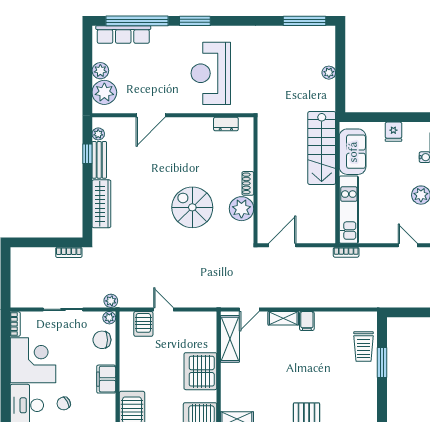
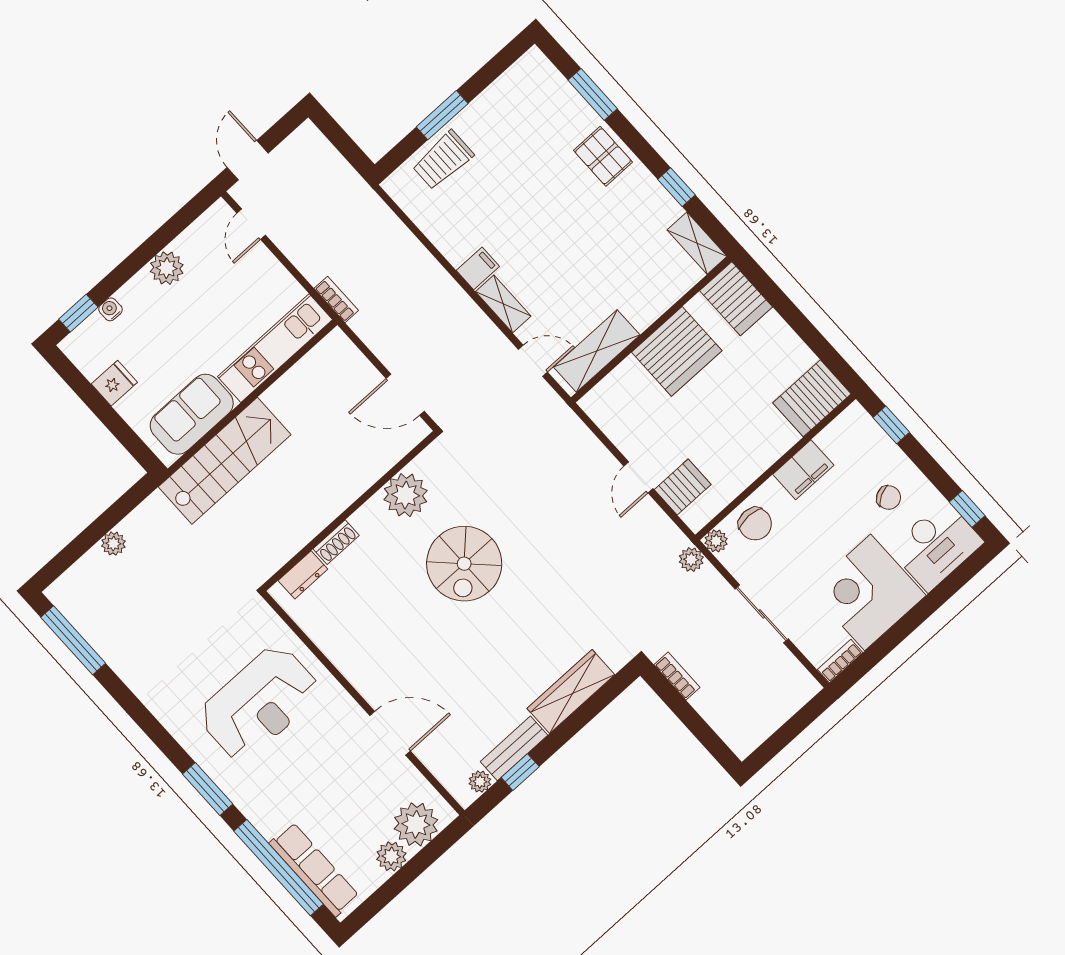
dresser: (226, 124) -> (303, 575), moved, turned 90
shoe rack: (248, 183) -> (336, 542), moved
trolley: (364, 346) -> (443, 160), turned 180

